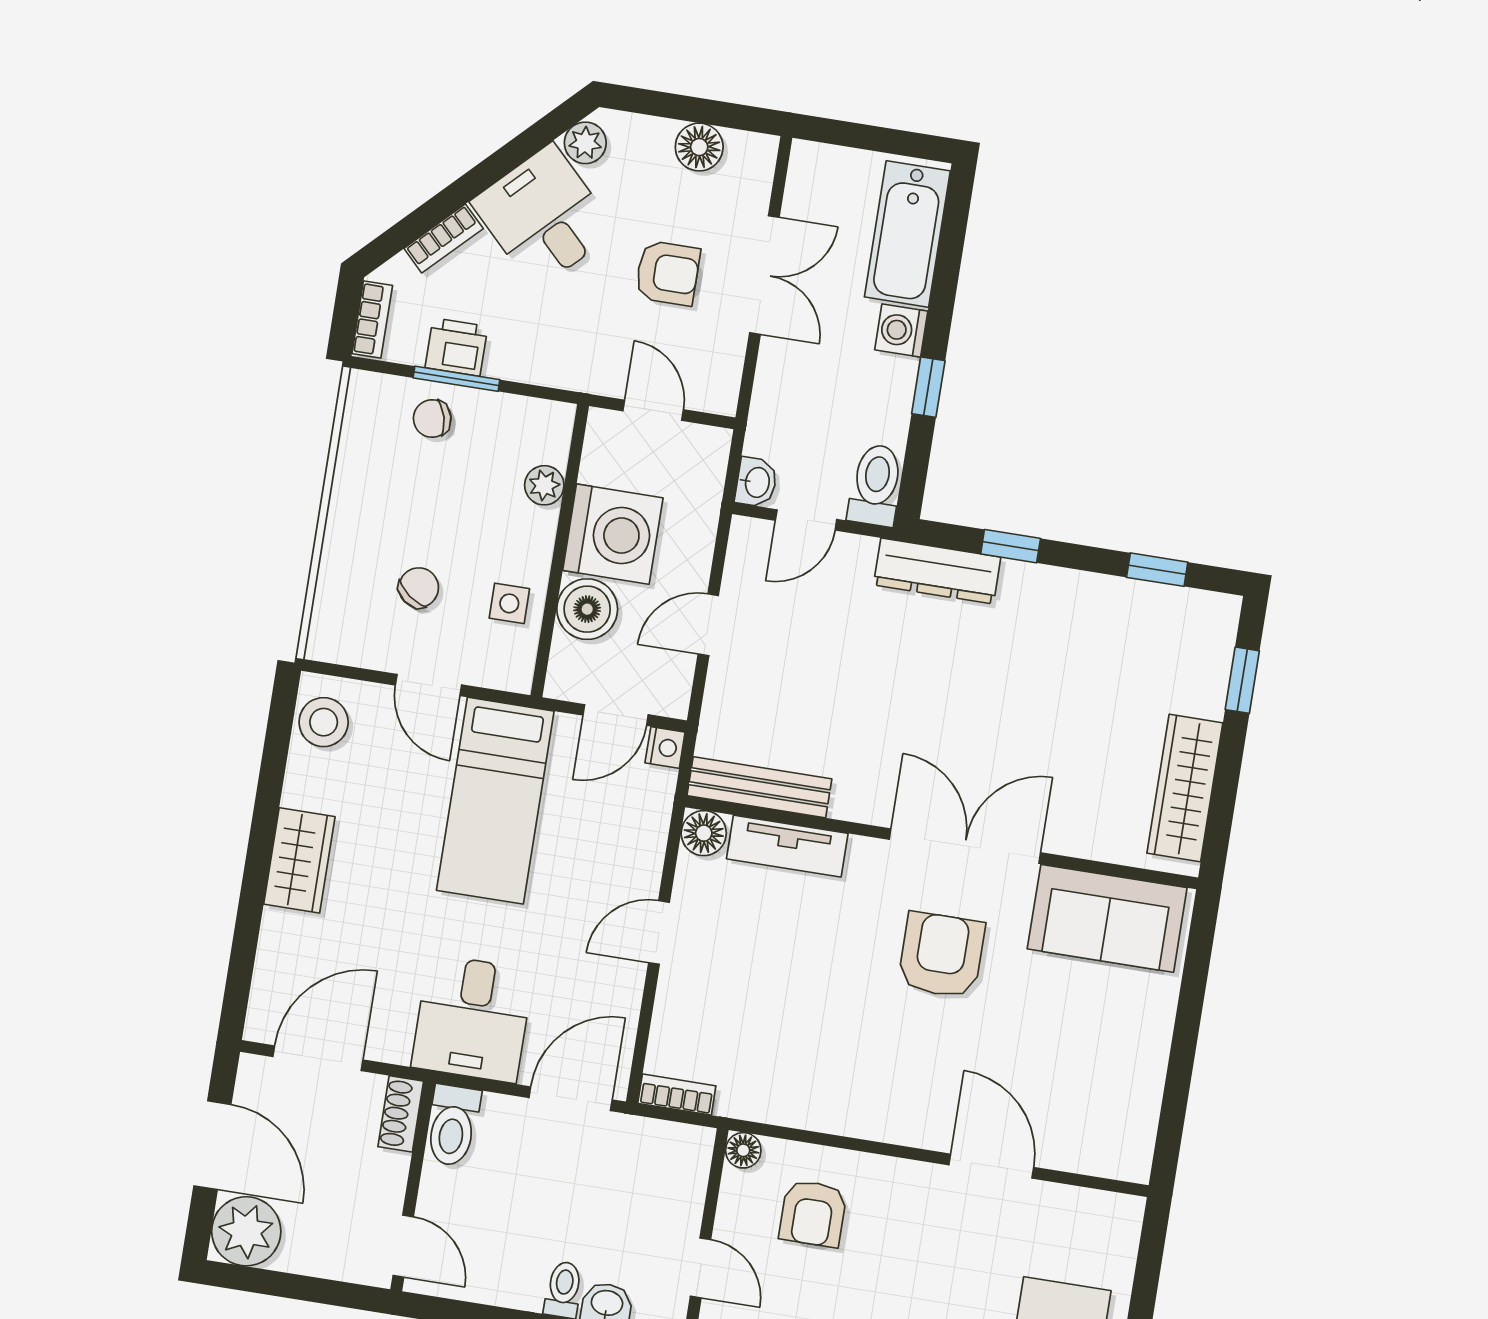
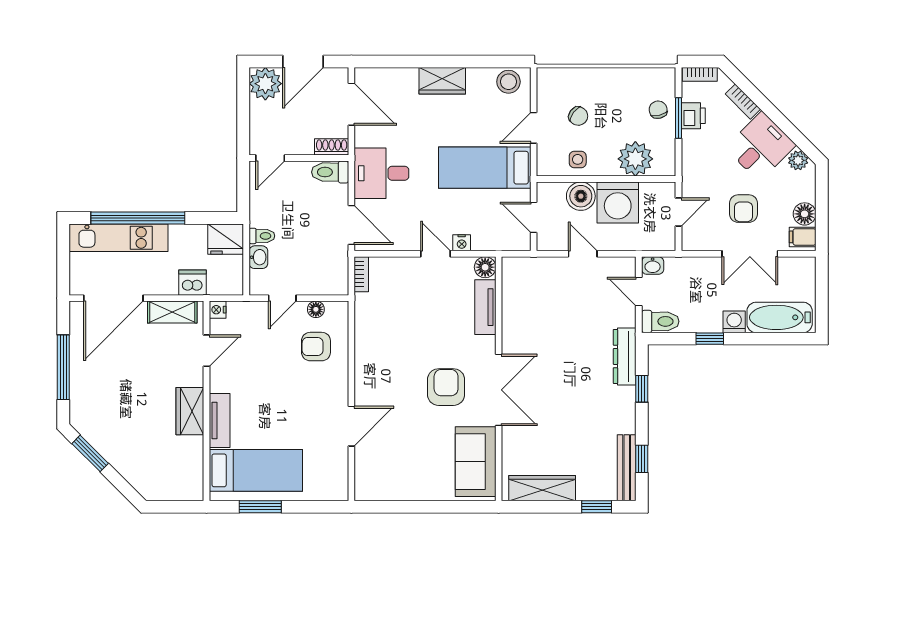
filing cabinet: (747, 159) -> (803, 237), added
plant: (544, 485) -> (635, 159), width x1.88, depth x1.88
nightstand: (665, 748) -> (462, 243), moved
bench: (759, 787) -> (627, 468), moved
armchair: (941, 955) -> (446, 387), turned -90
floor lamp: (743, 1150) -> (316, 309), moved

